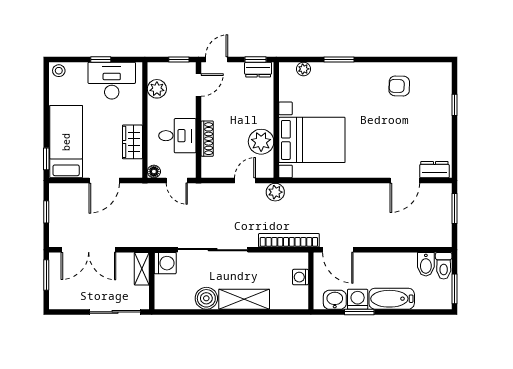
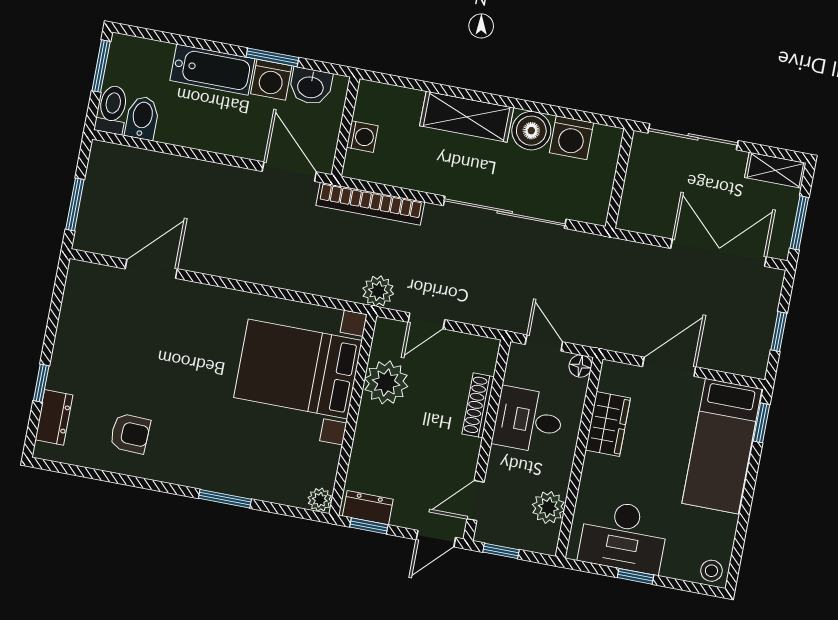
plant: (304, 69) -> (320, 500), moved
dresser: (434, 170) -> (54, 417), moved, turned -90
washing machine: (165, 263) -> (571, 138), moved, turned -90
shelving: (142, 269) -> (775, 170), moved, turned 90

